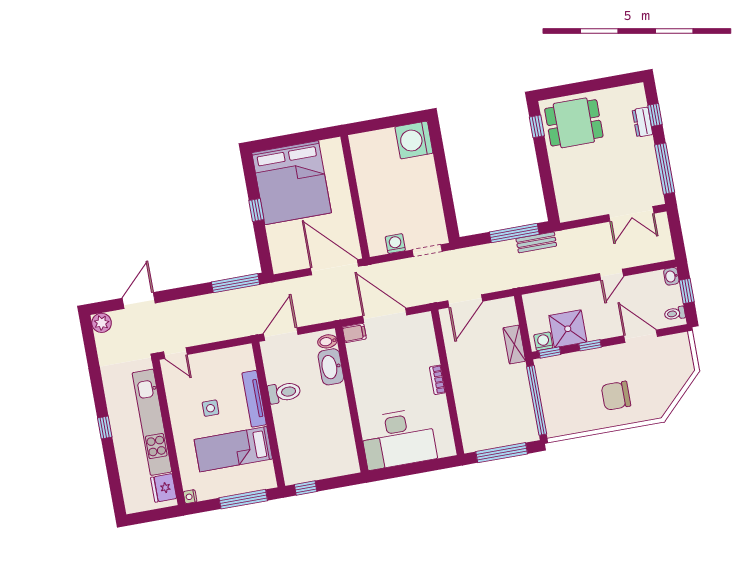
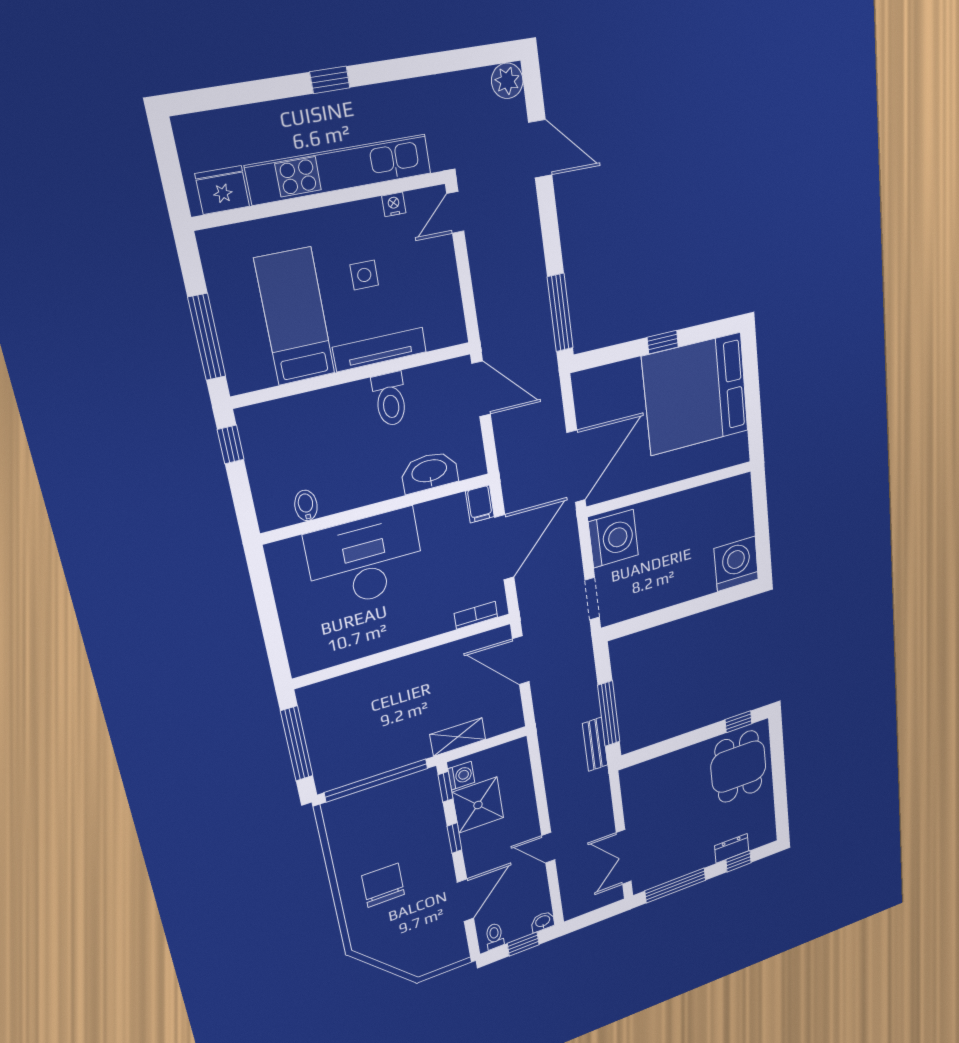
washing machine: (395, 244) -> (613, 539), width x1.89, depth x1.89
bidet: (327, 341) -> (306, 505), moved
bookcase: (437, 380) -> (476, 615), moved
desk: (398, 439) -> (365, 559), moved, turned 90
nightstand: (190, 497) -> (394, 204), moved

